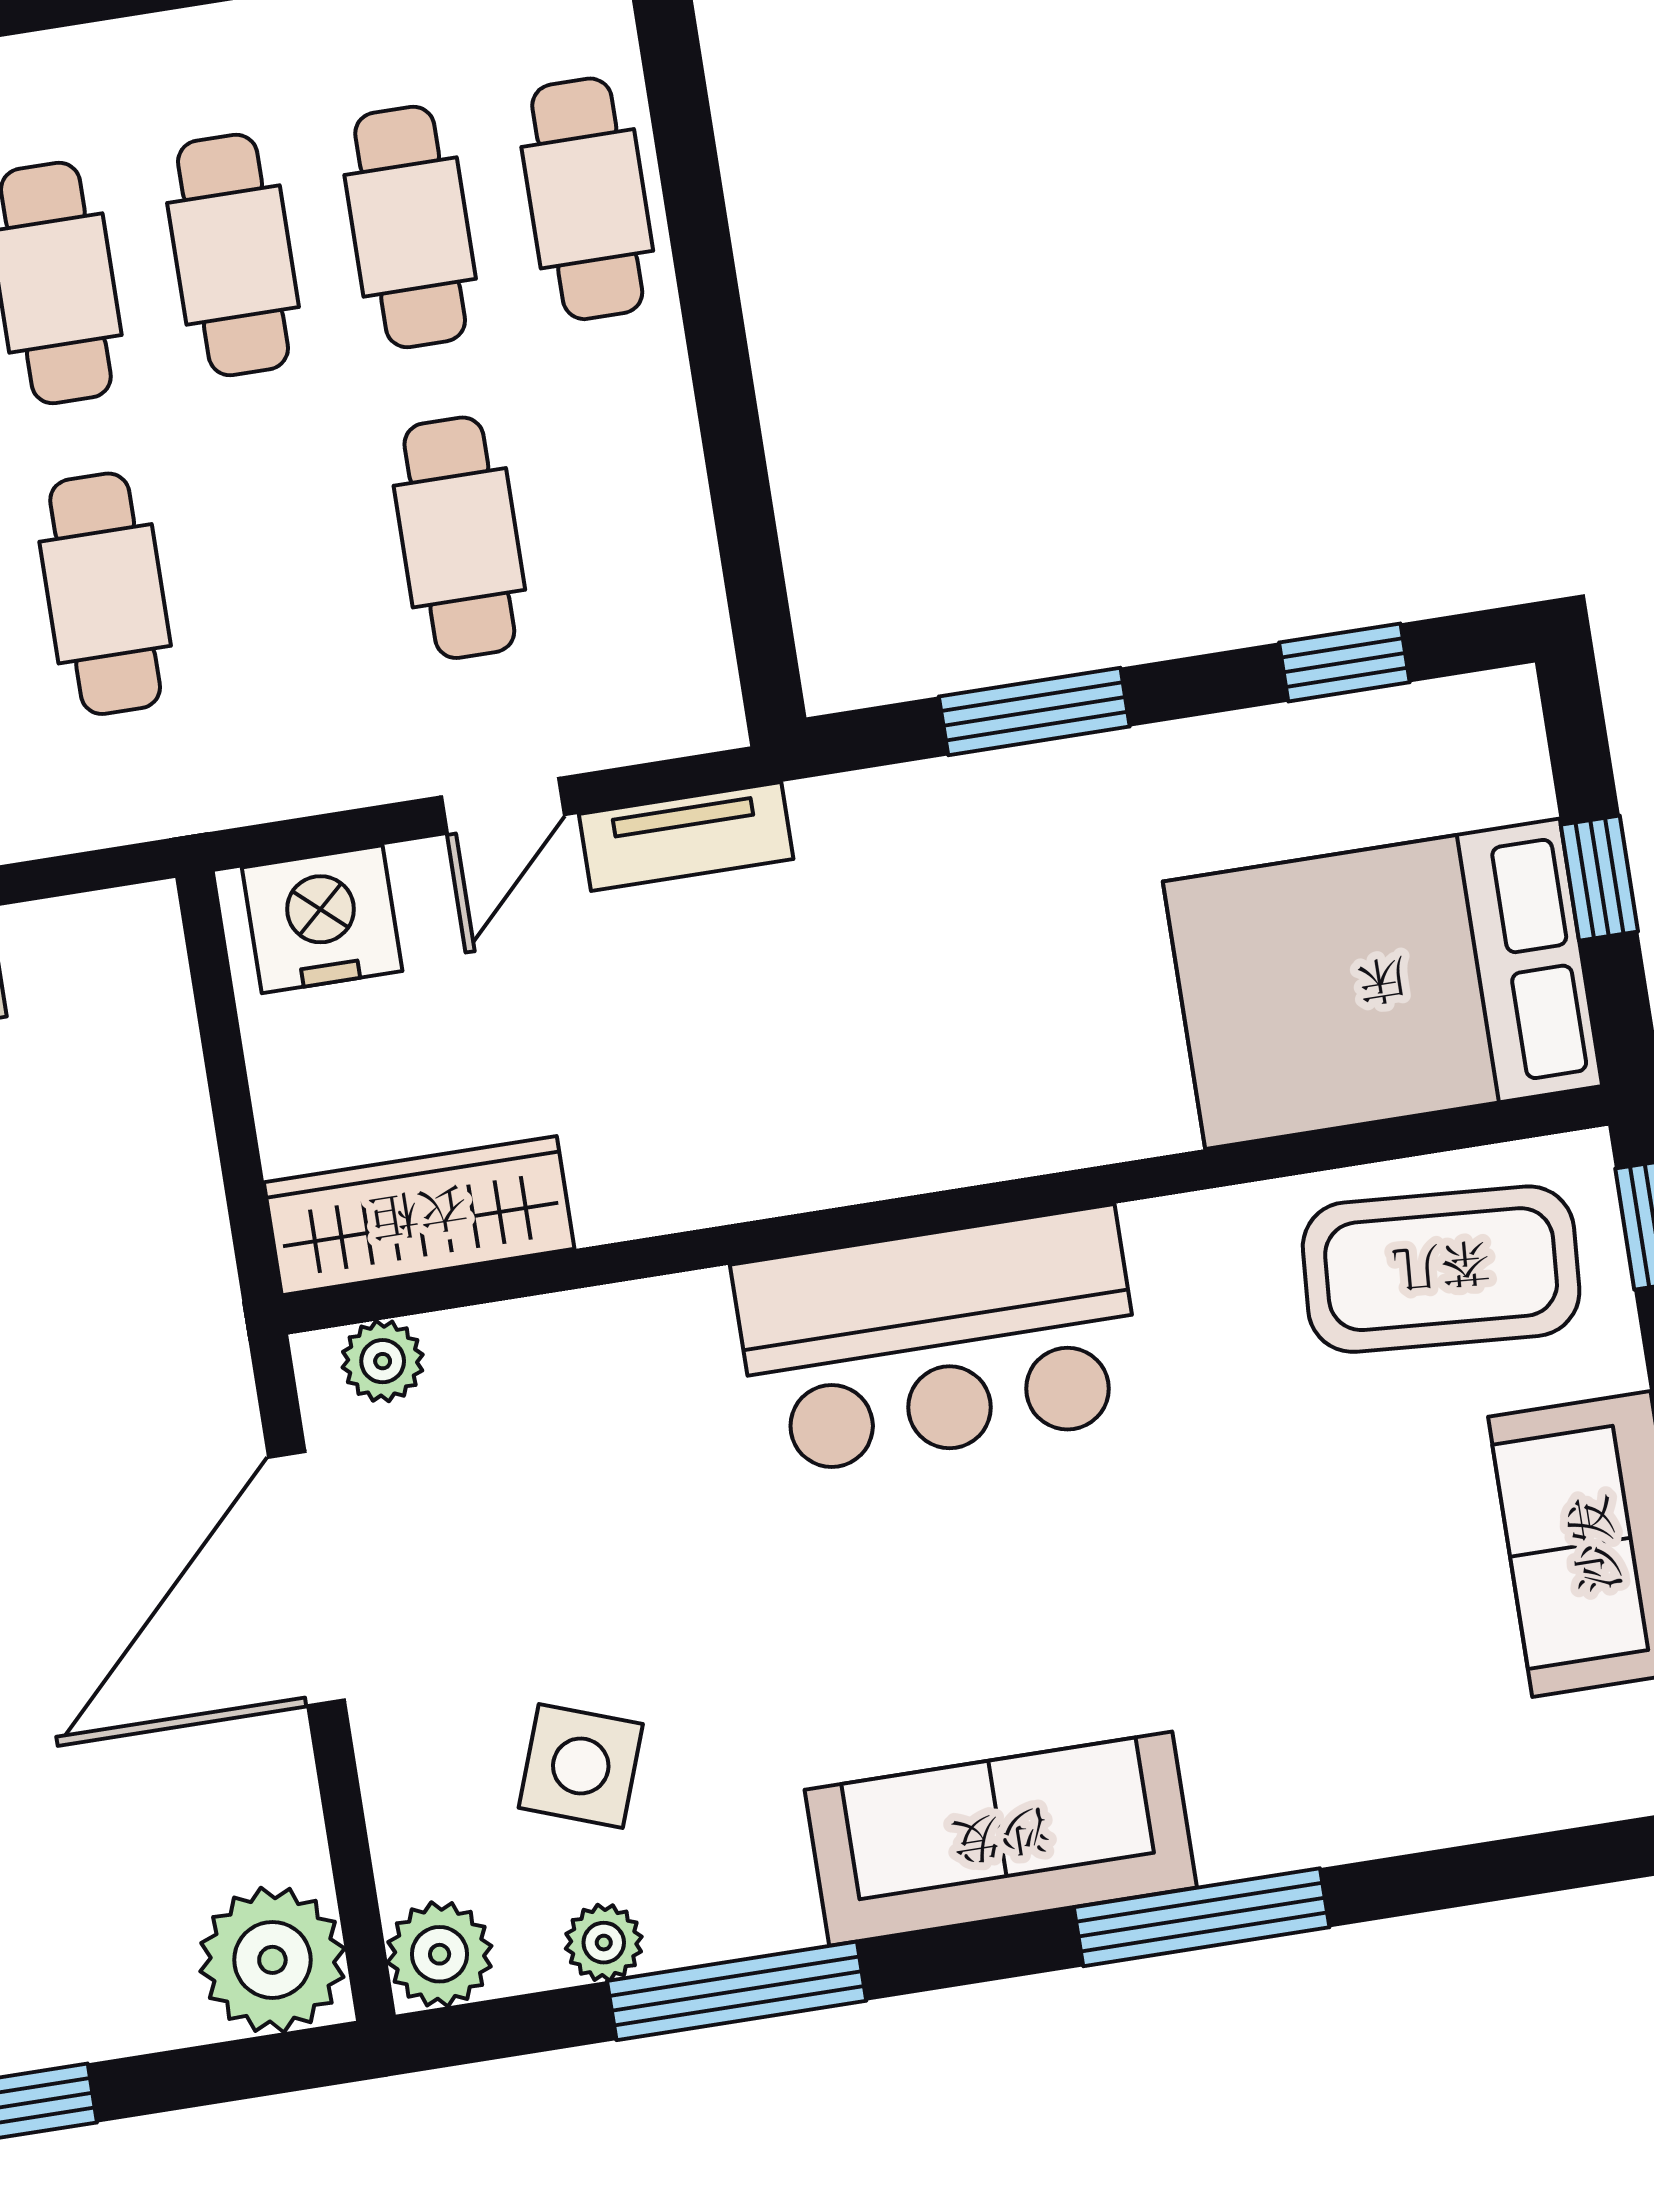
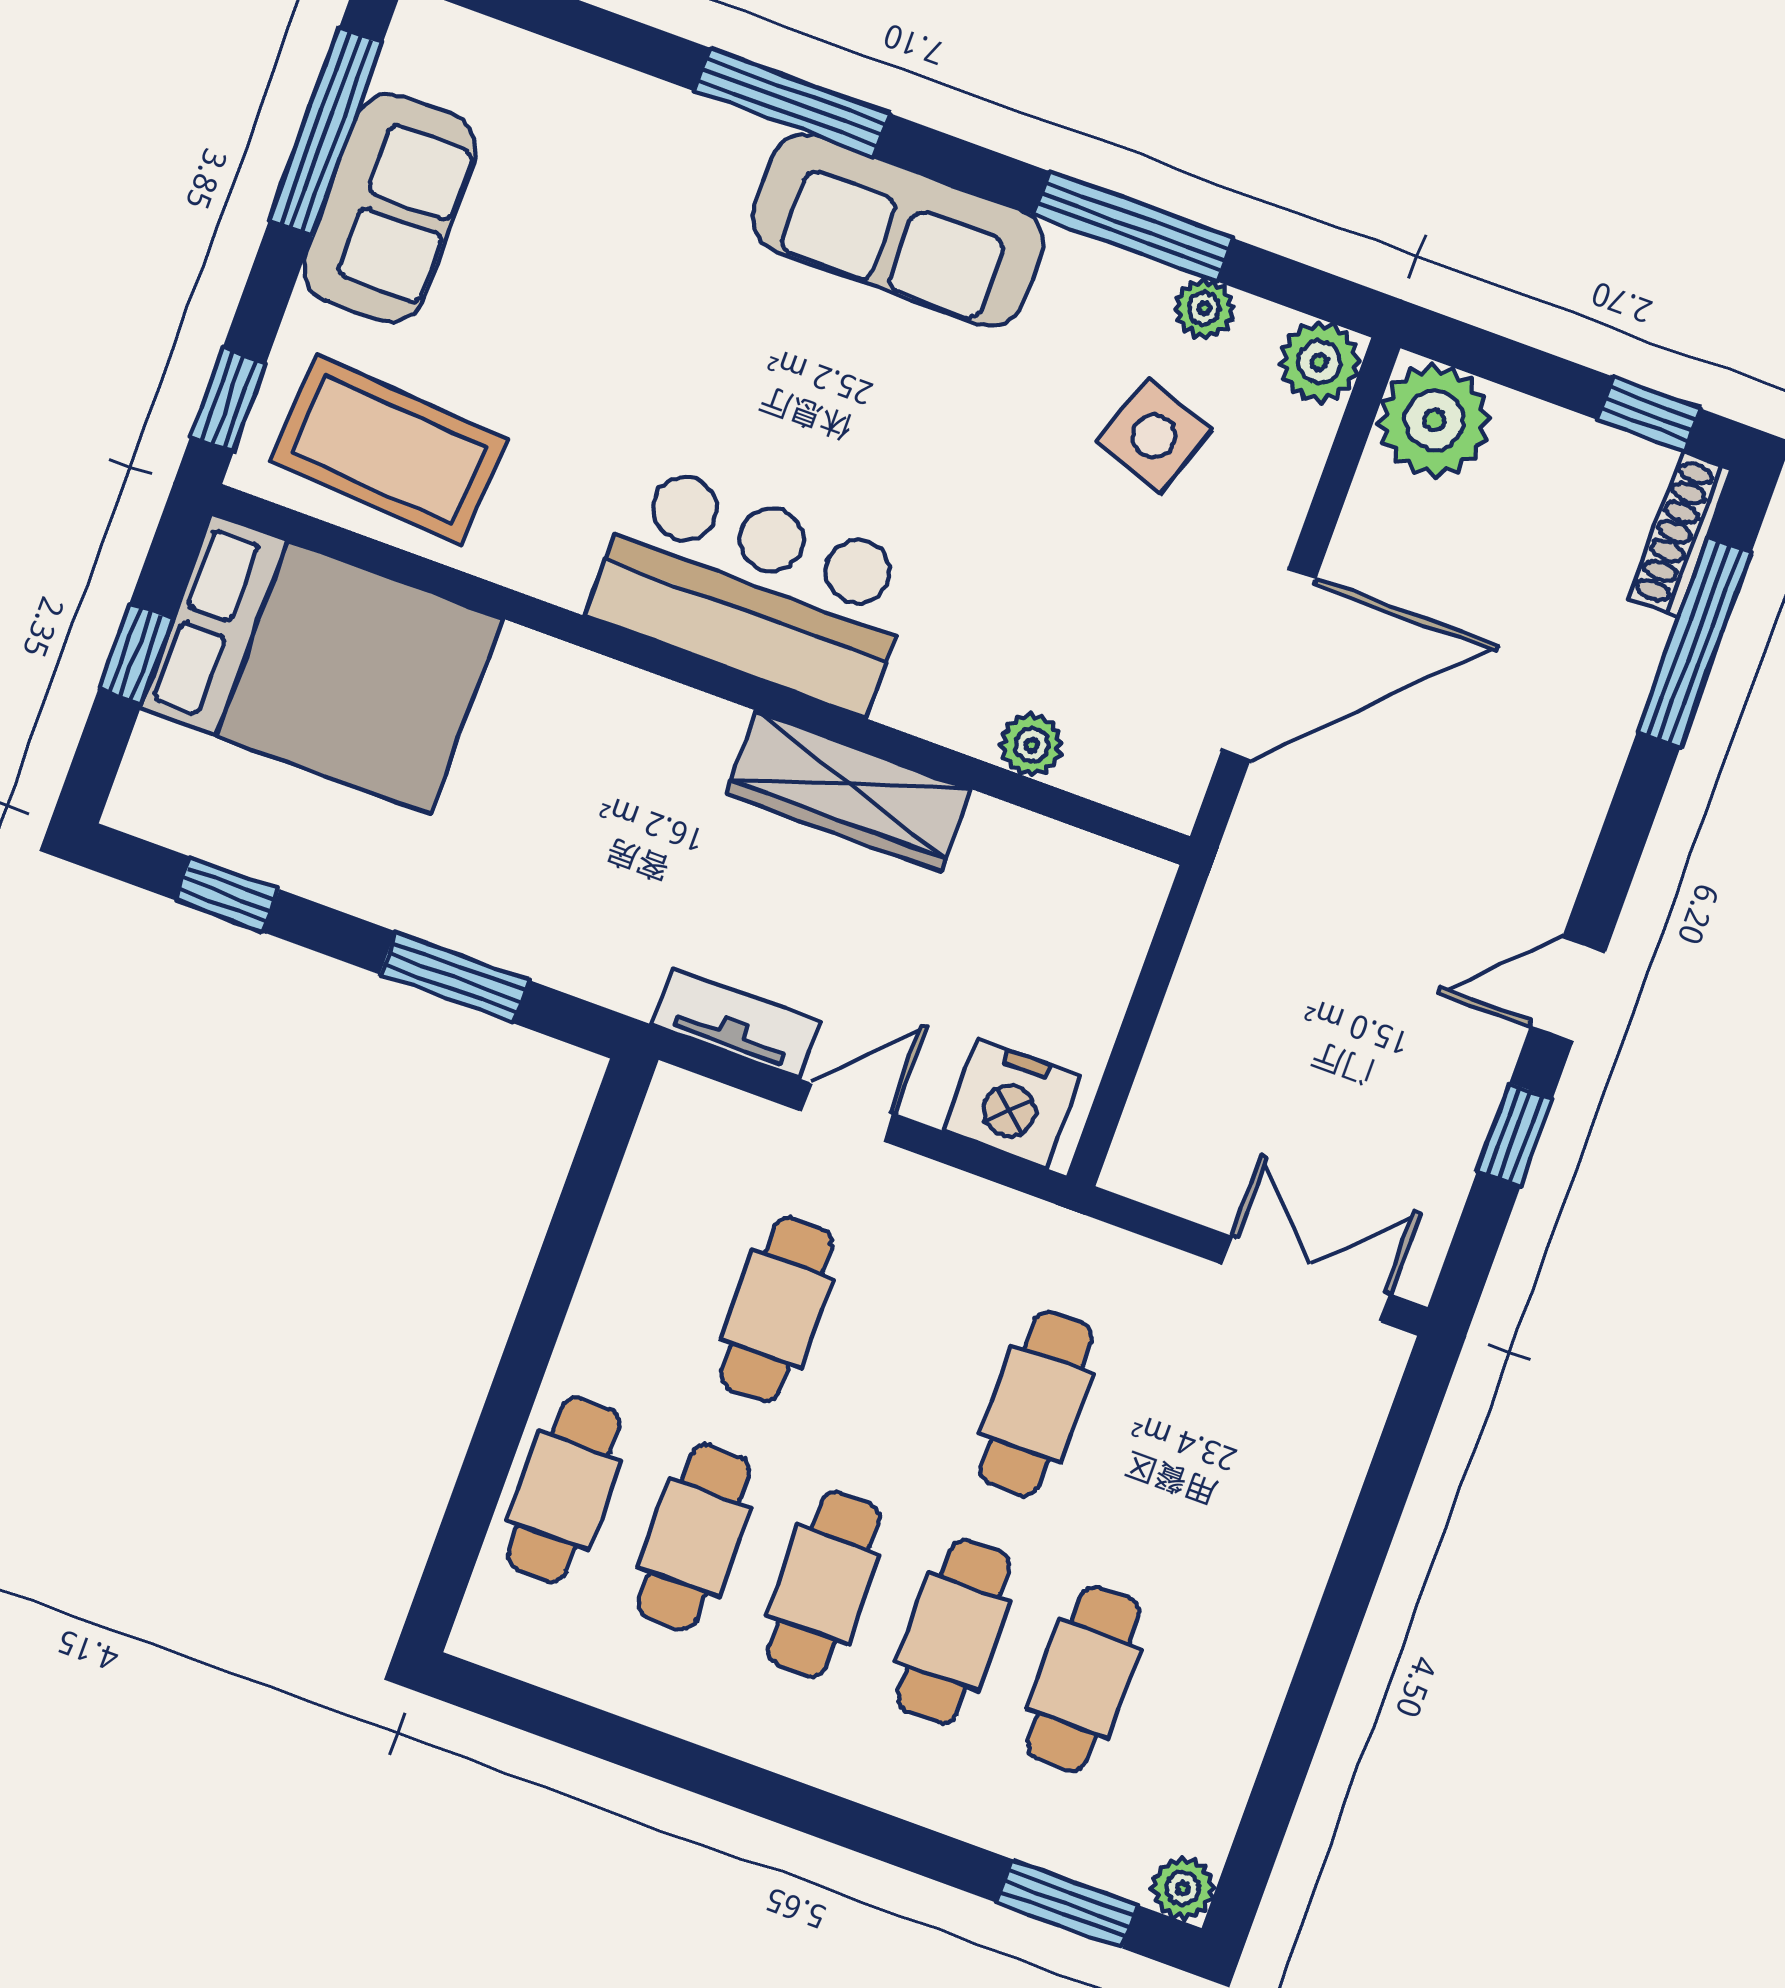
wardrobe: (419, 1216) -> (849, 792), moved
plant: (383, 1361) -> (1032, 745), moved

